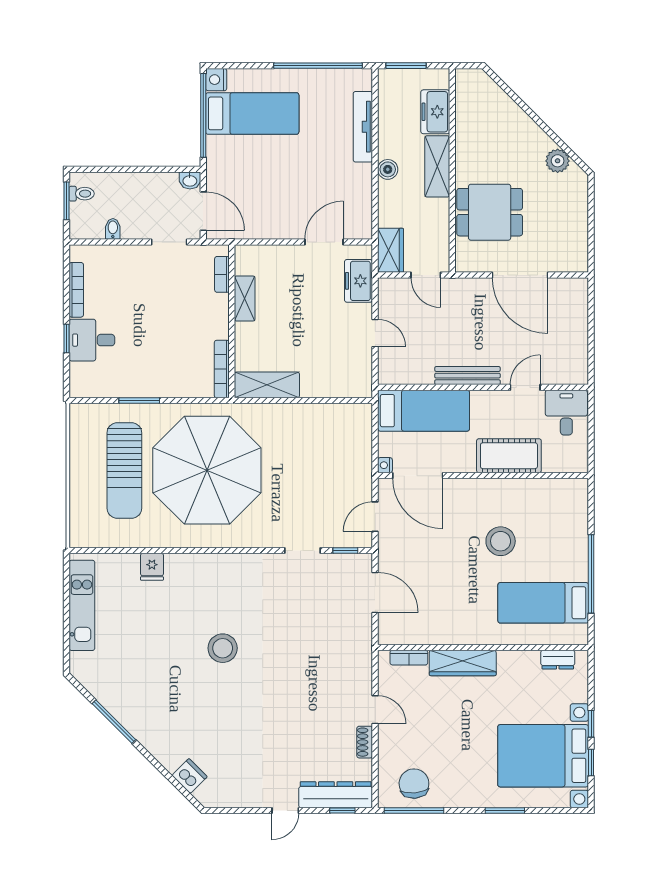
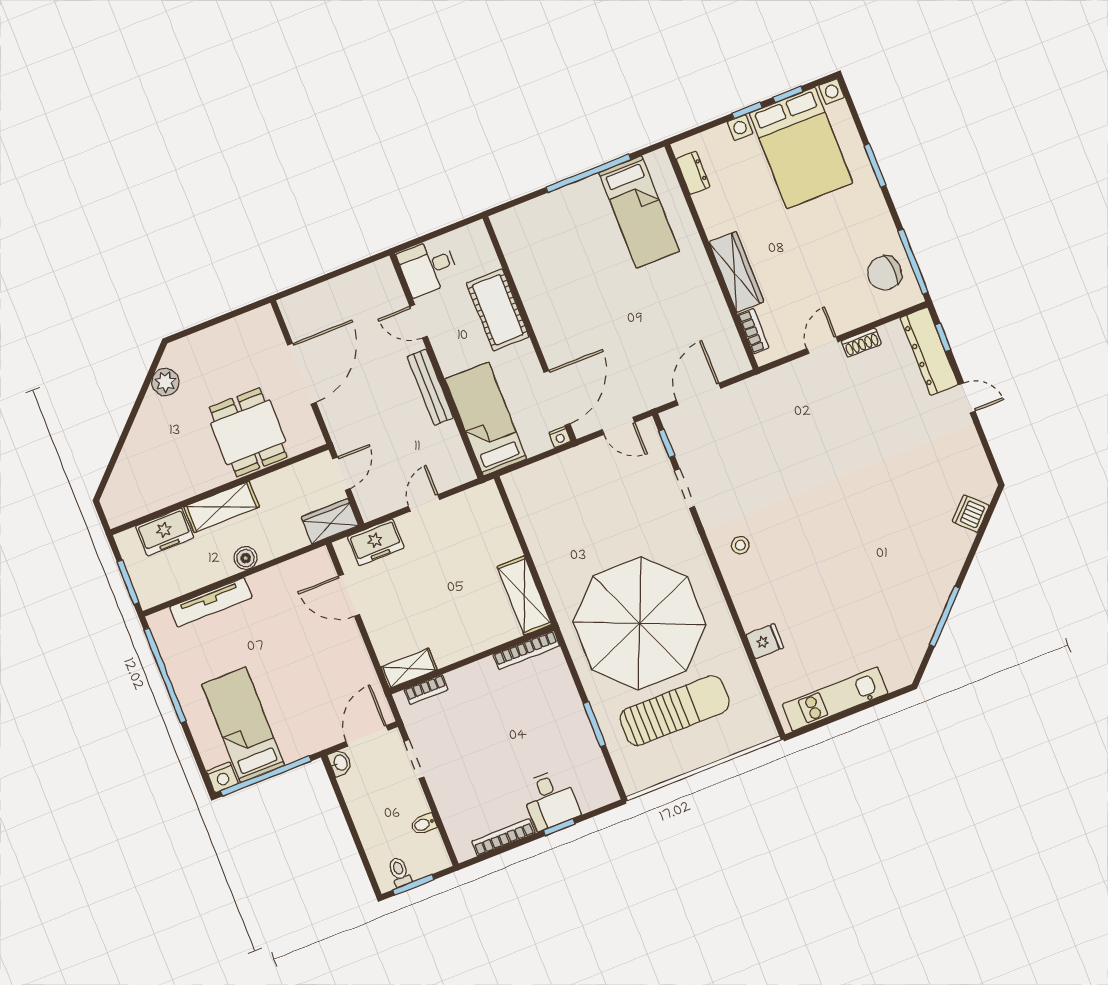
shelving: (245, 299) -> (409, 668), moved
stool: (501, 541) -> (592, 283), removed
stool: (223, 648) -> (740, 545), moved, width x0.53, depth x0.53

